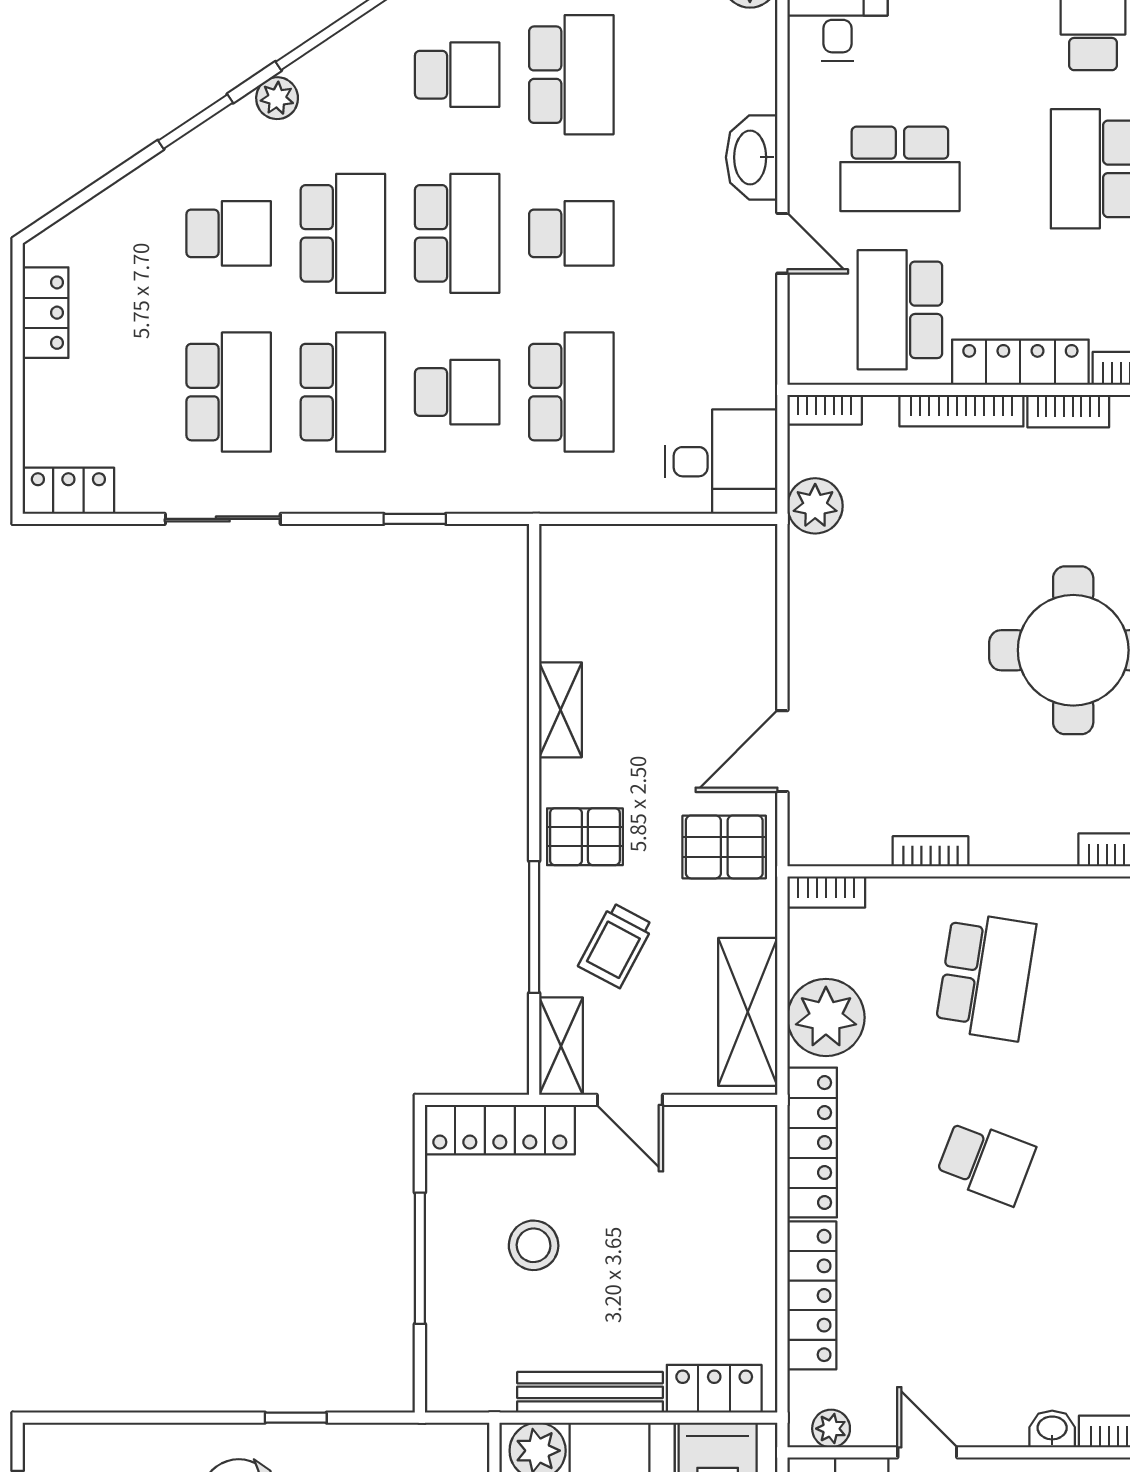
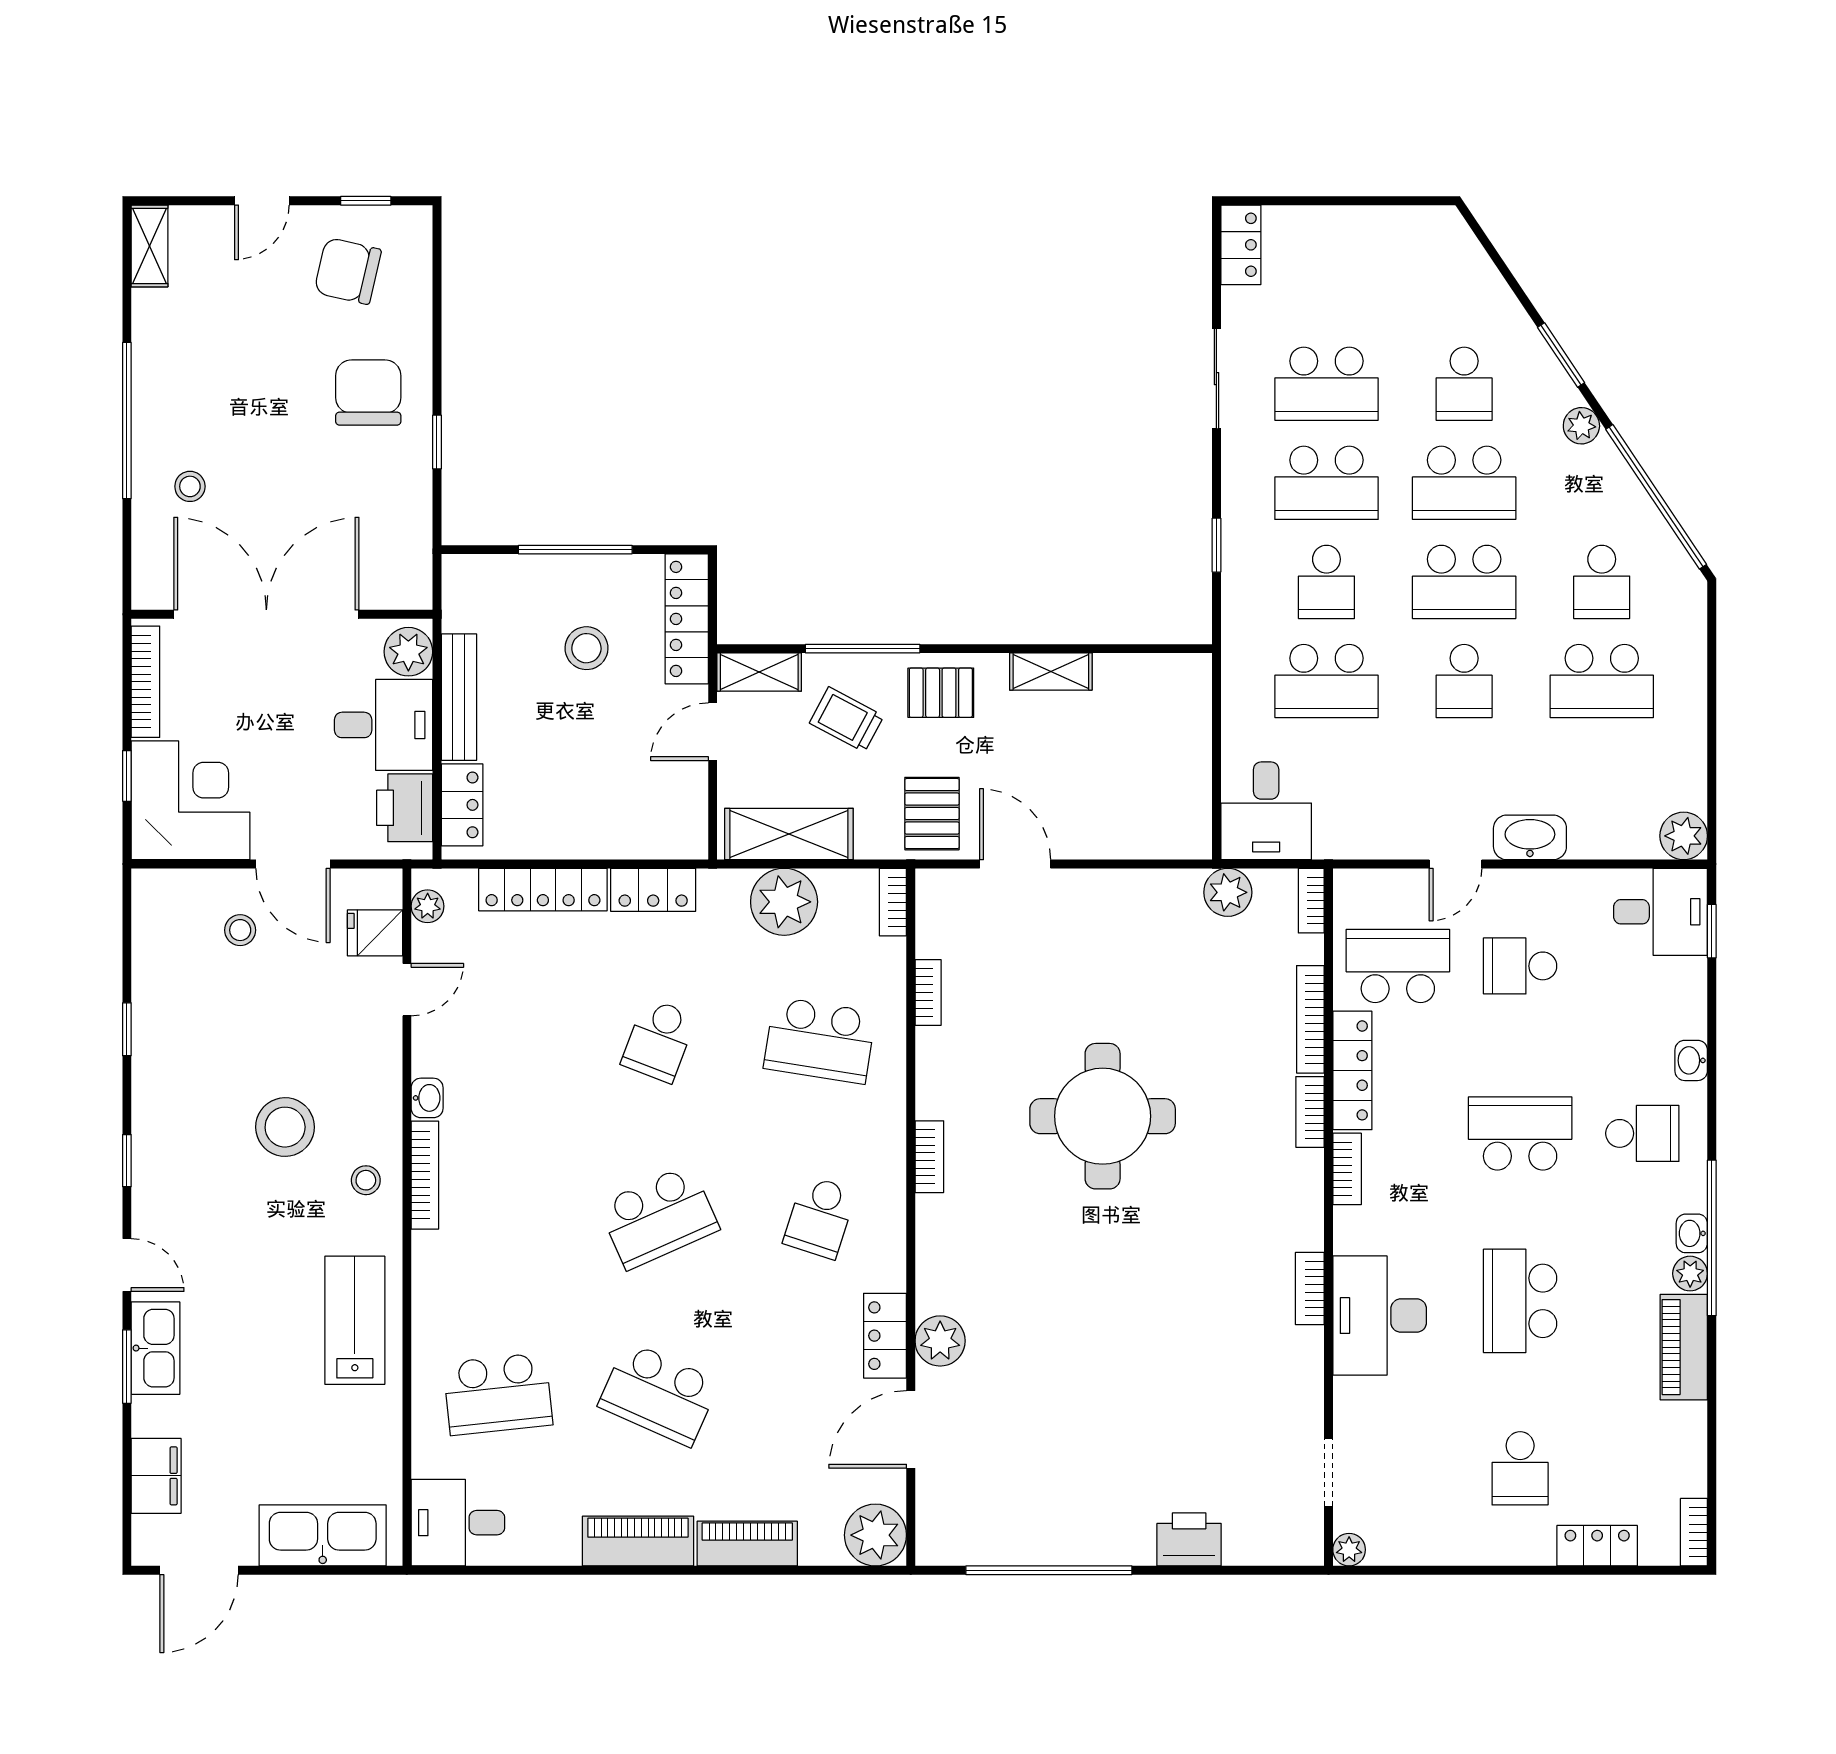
school desk: (900, 169) -> (1520, 966), width x0.54
locker: (46, 313) -> (1395, 225), removed
pallet: (585, 837) -> (941, 693), turned 90
locker: (812, 1143) -> (653, 890), width x0.66

